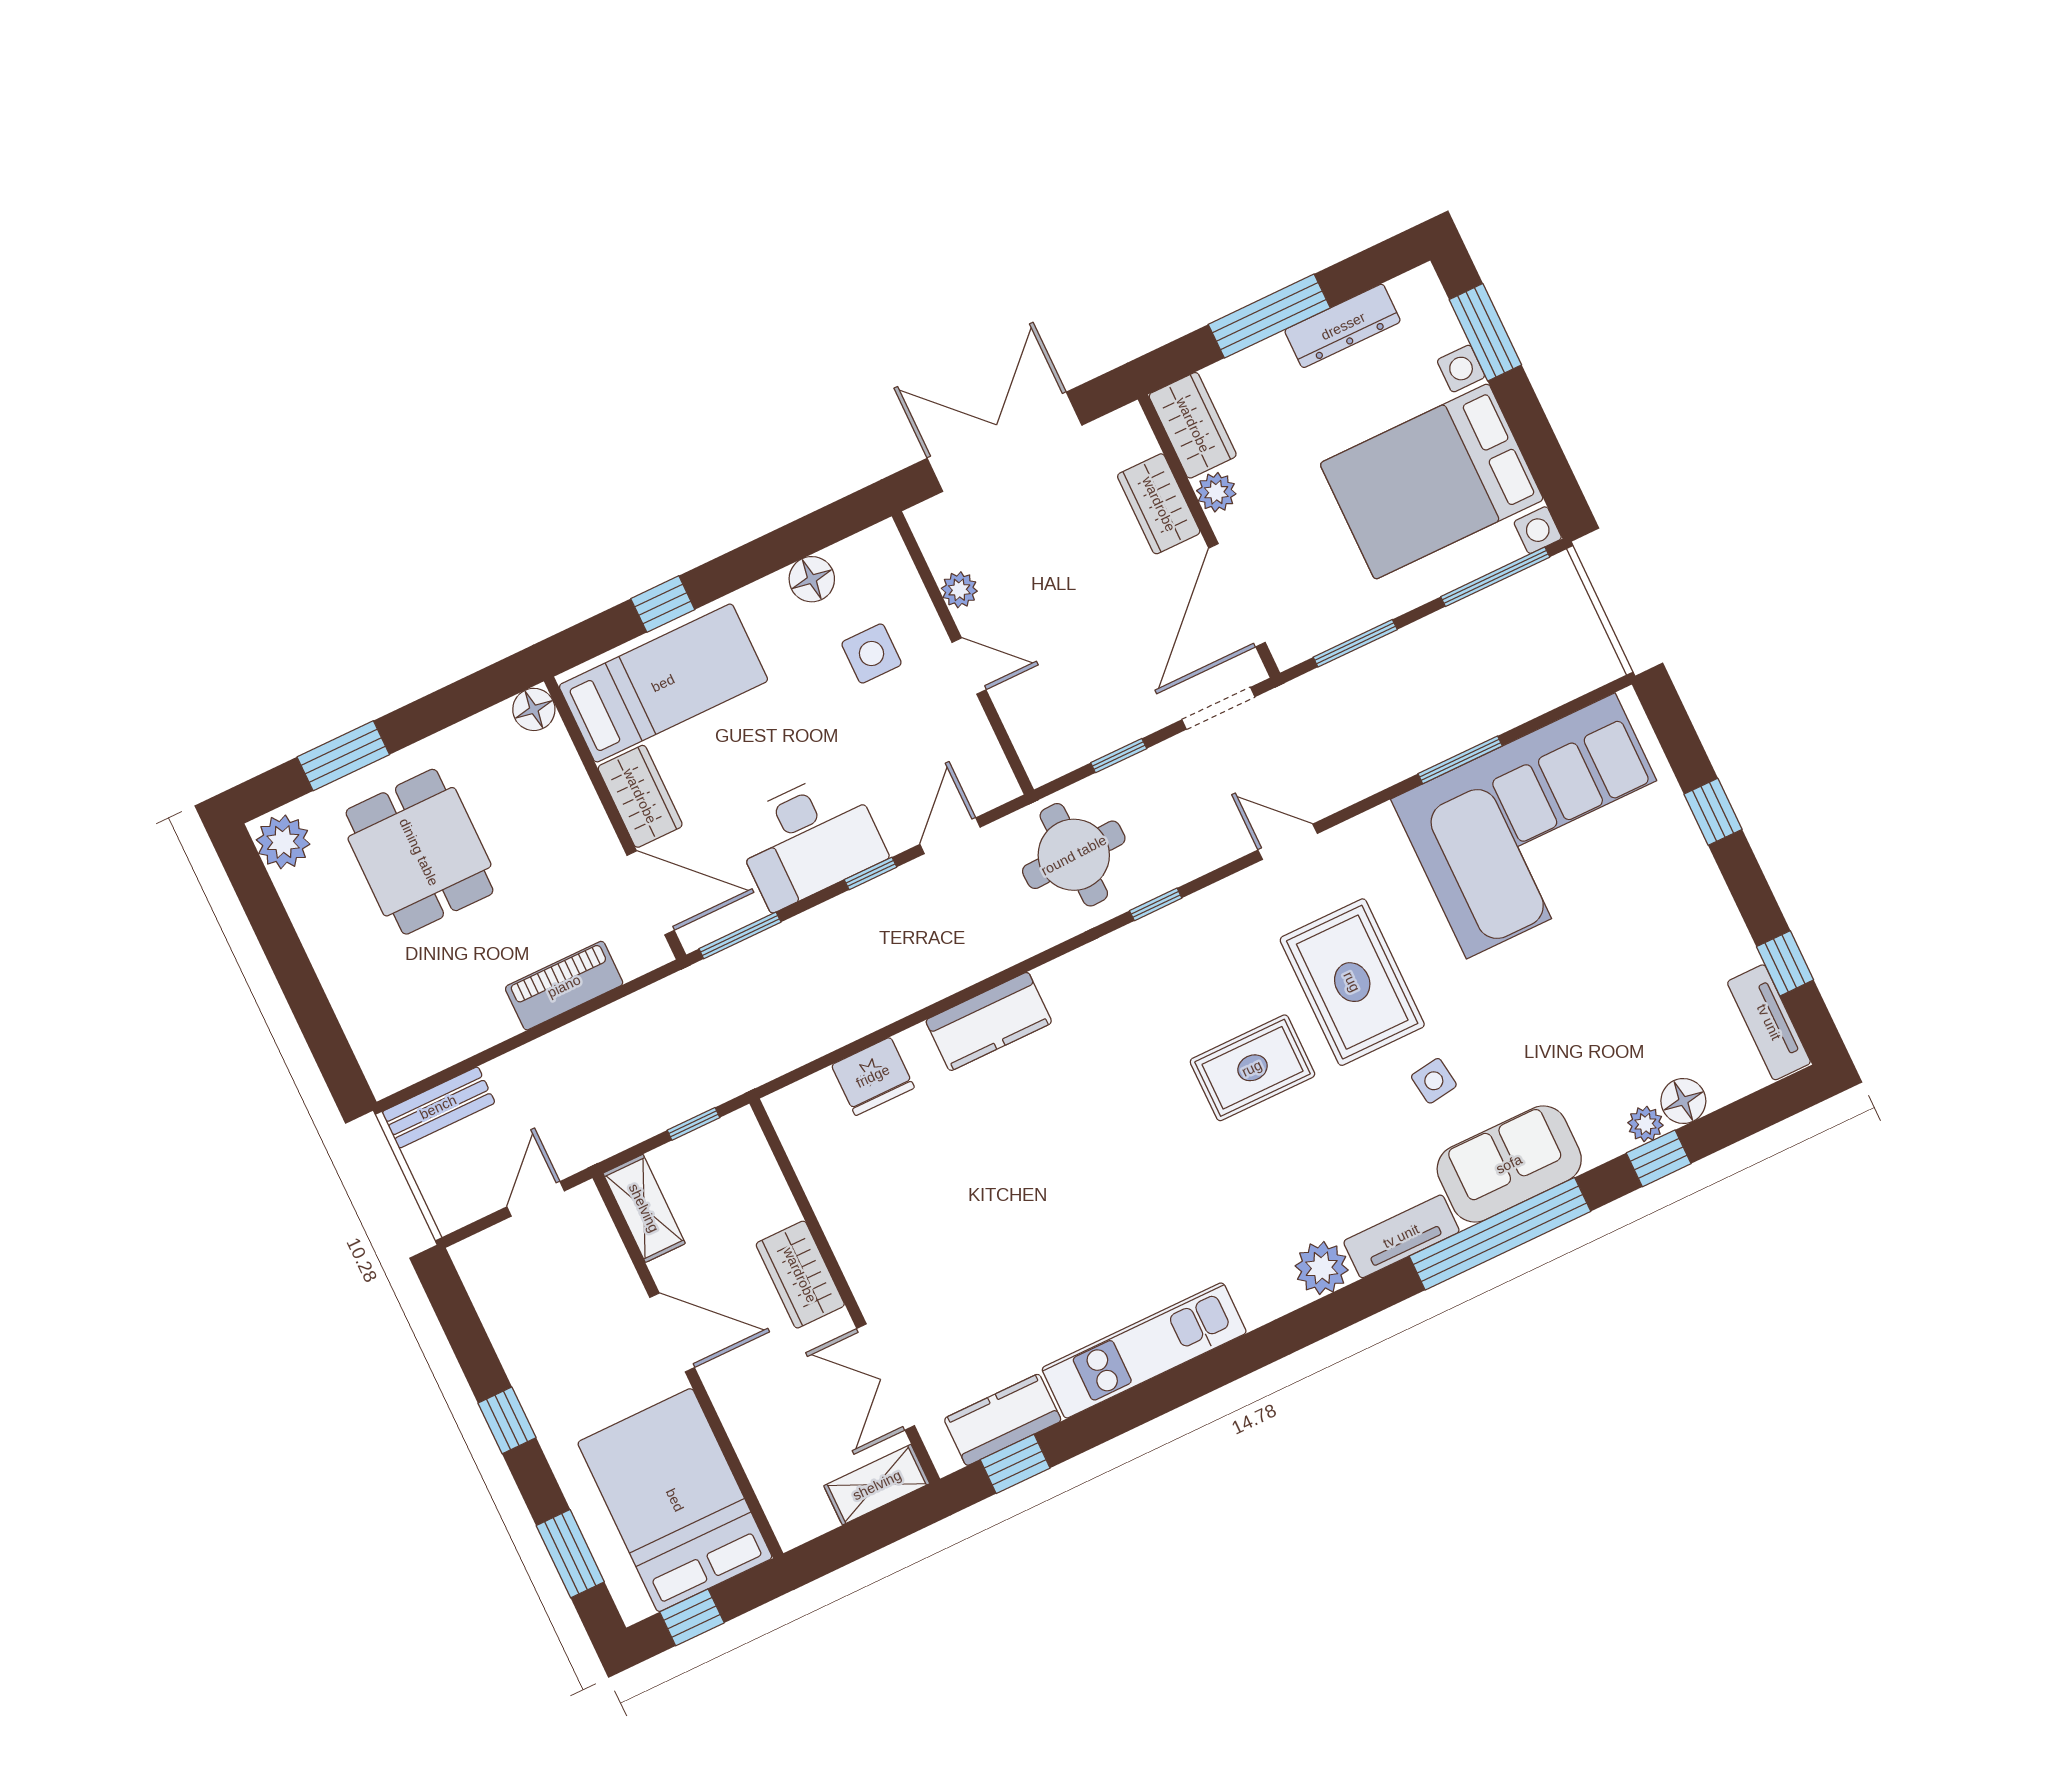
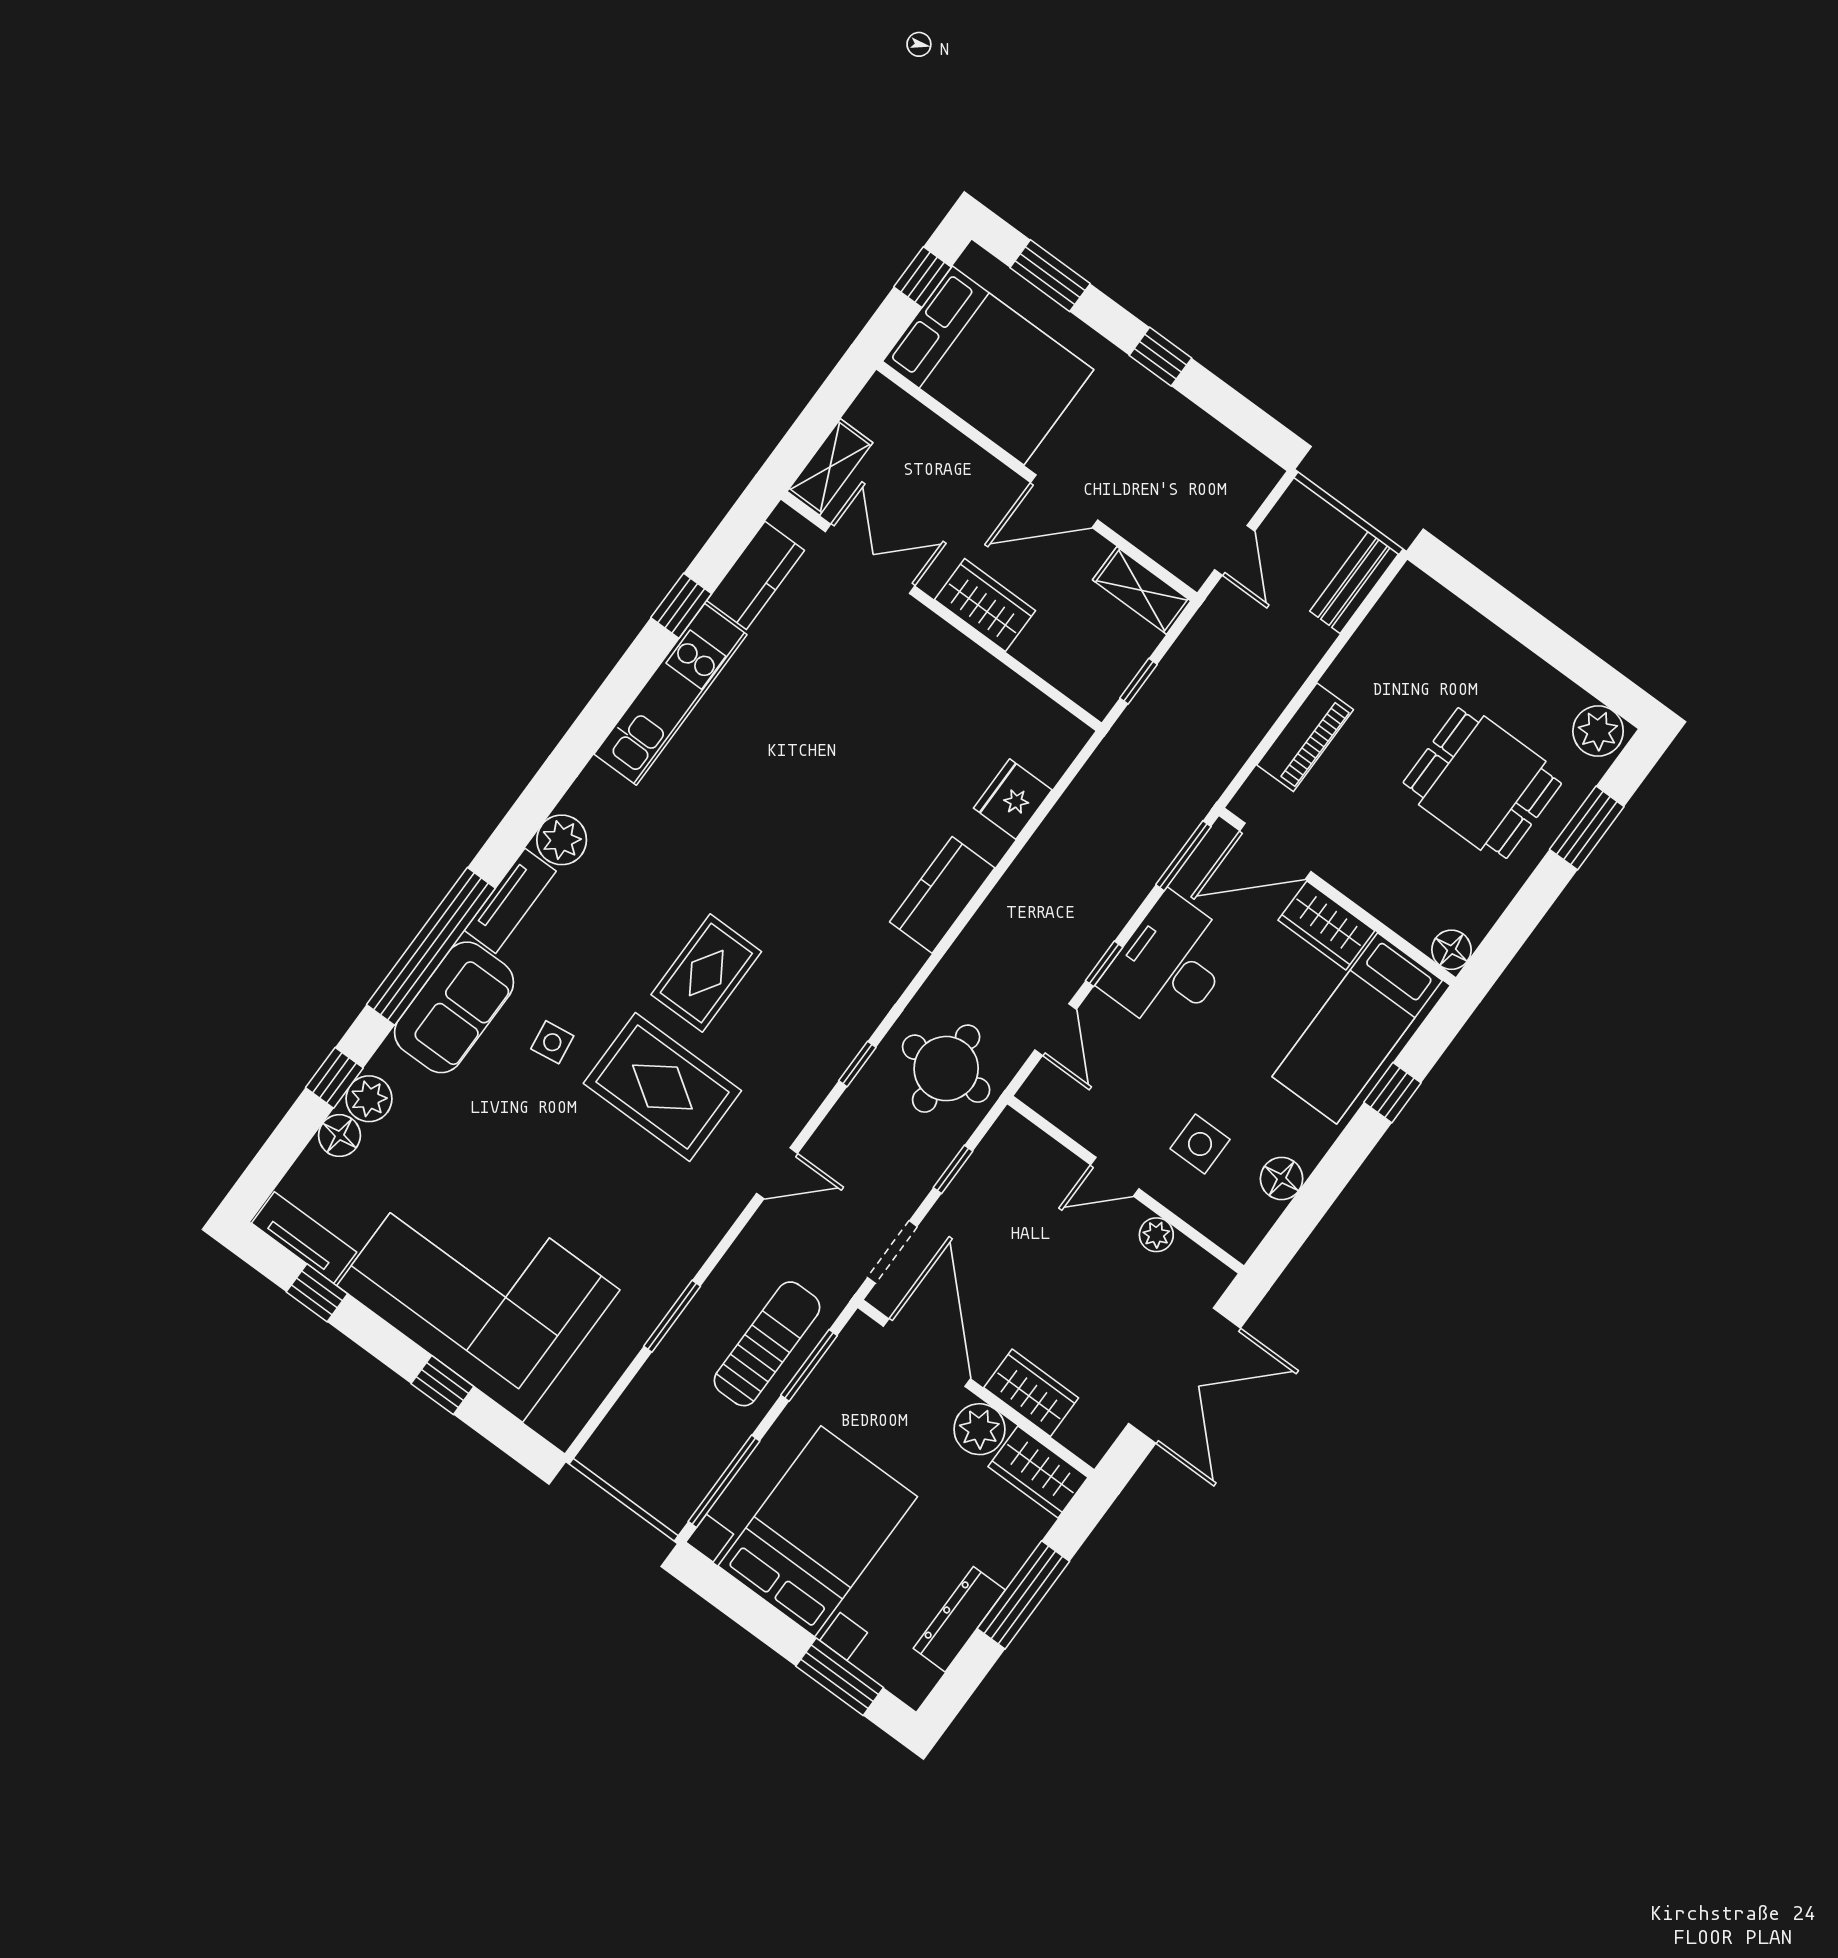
plant: (1216, 492) -> (979, 1429), width x1.38, depth x1.38
sun lounger: (1384, 685) -> (767, 1344), added
corner sofa: (1541, 826) -> (478, 1288), moved, turned 90
plant: (1645, 1124) -> (369, 1099), width x1.38, depth x1.38
window: (1015, 1464) -> (681, 606), moved

